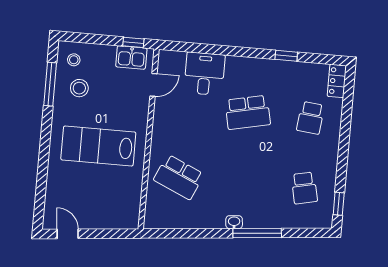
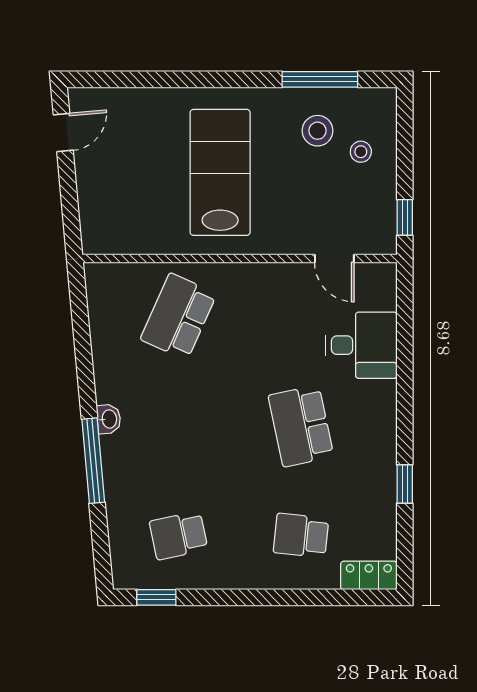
kitchen sink: (131, 57) -> (378, 216), removed
stool: (74, 60) -> (361, 152), moved

